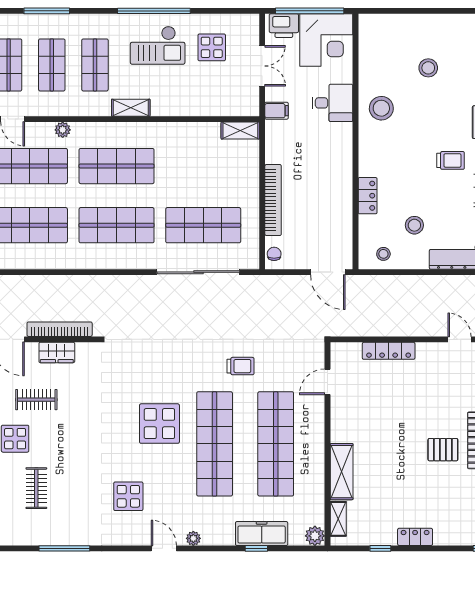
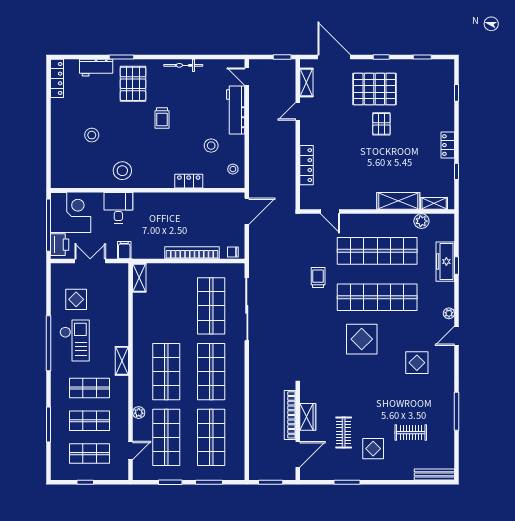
trolley: (451, 160) -> (162, 118), turned 180
plant: (315, 536) -> (421, 221), moved

